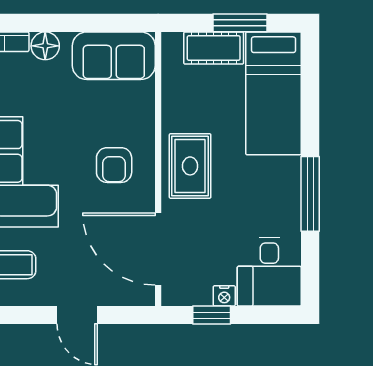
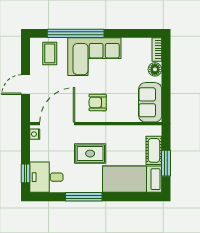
rug: (190, 166) -> (90, 154), moved
nightstand: (224, 296) -> (35, 134), moved
window: (212, 315) -> (26, 173), moved

